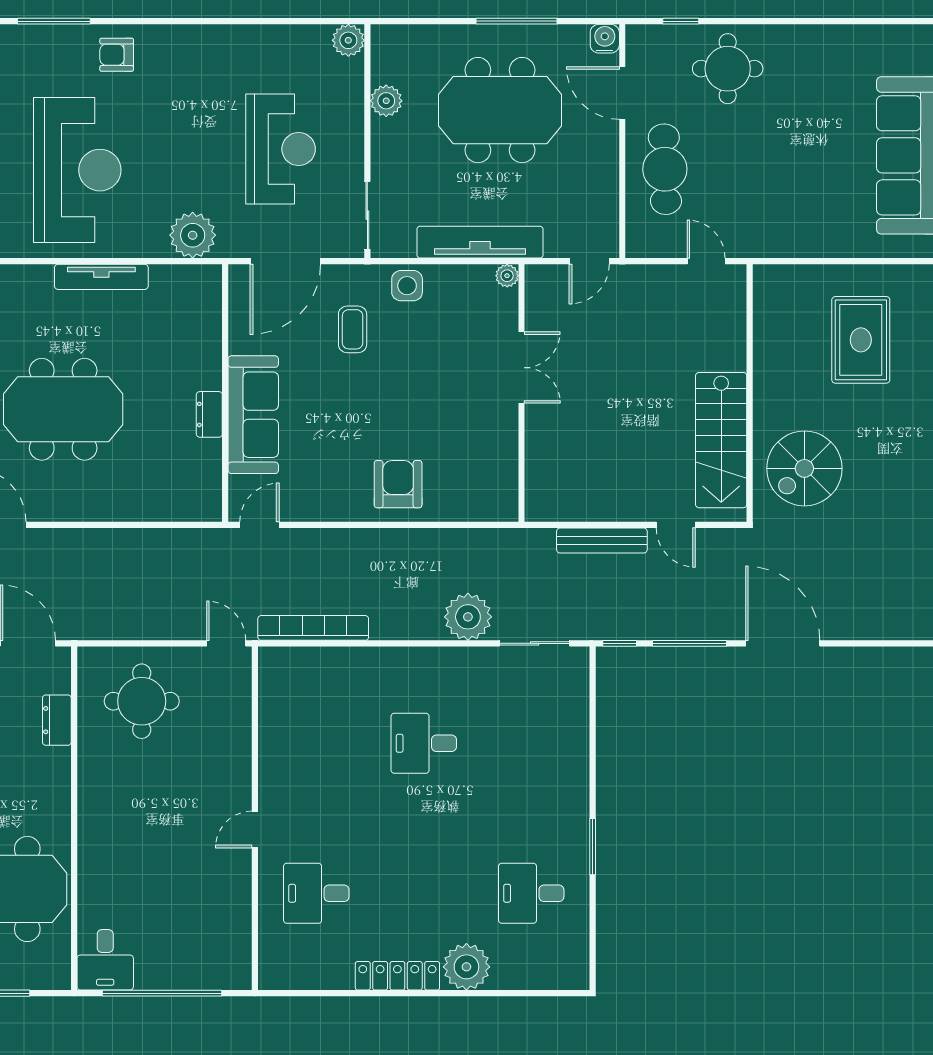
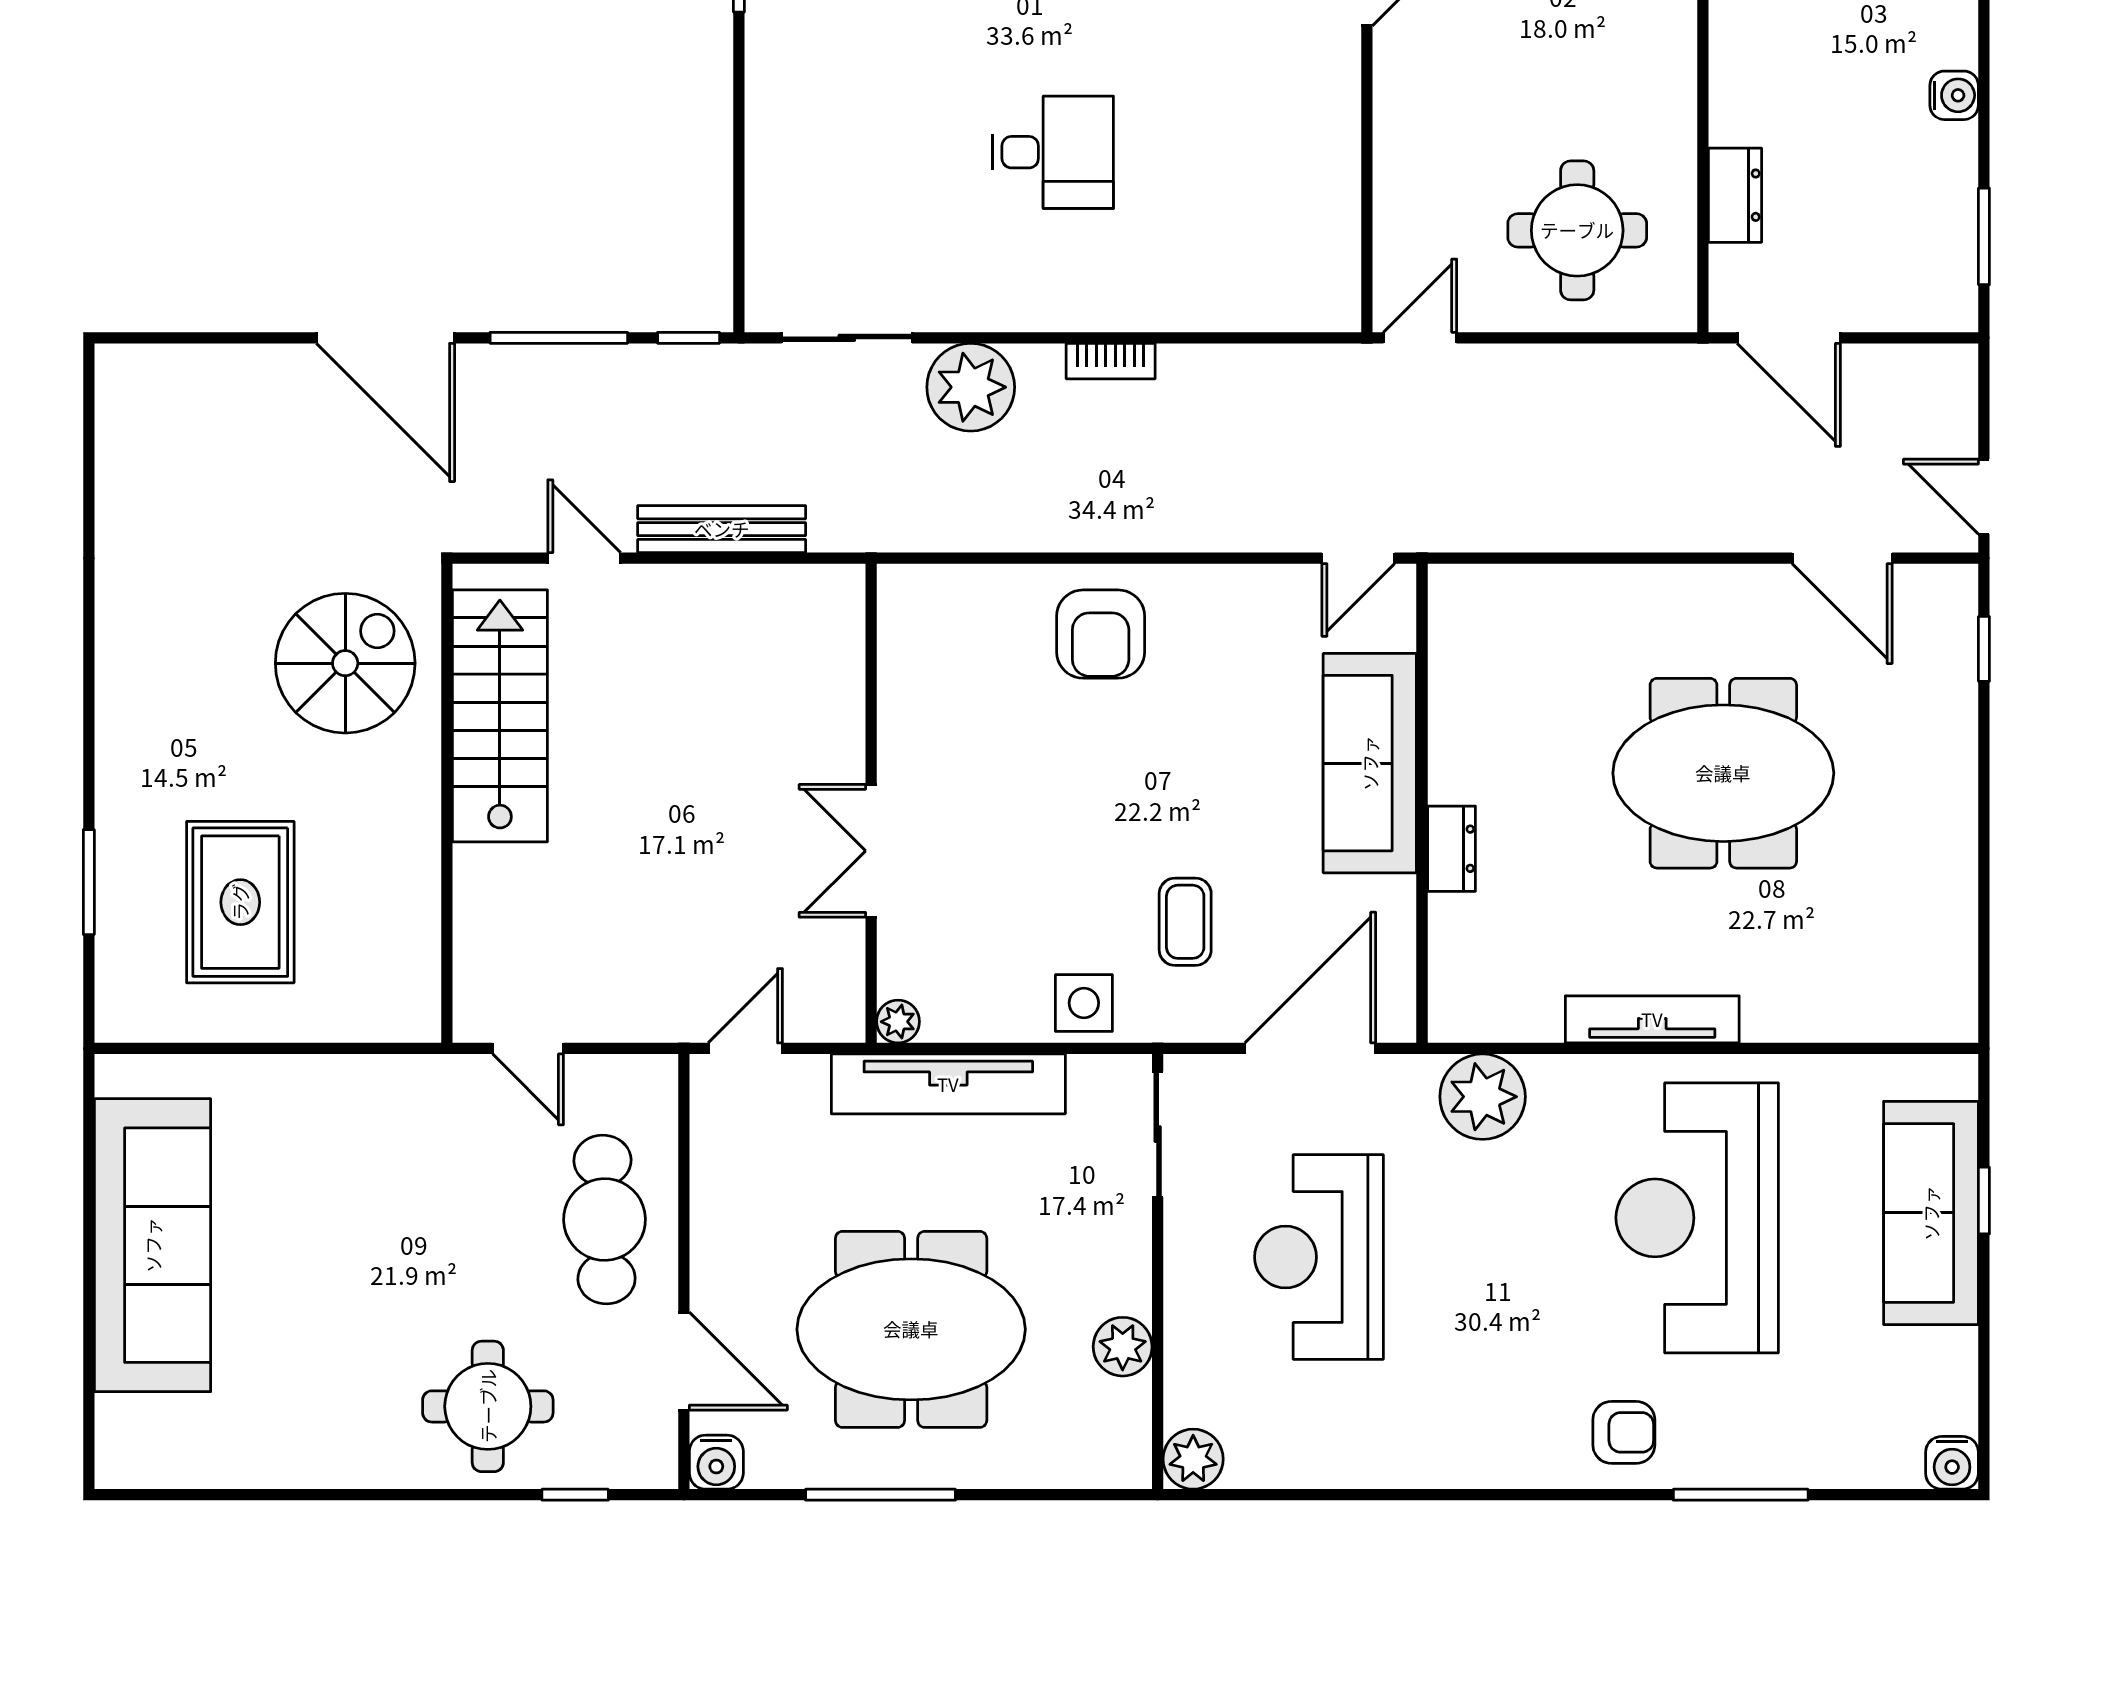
dresser: (209, 414) -> (1451, 849), moved
bookcase: (313, 628) -> (1111, 361), moved, width x0.43, depth x0.76
door: (226, 643) -> (1420, 338), swing flipped

